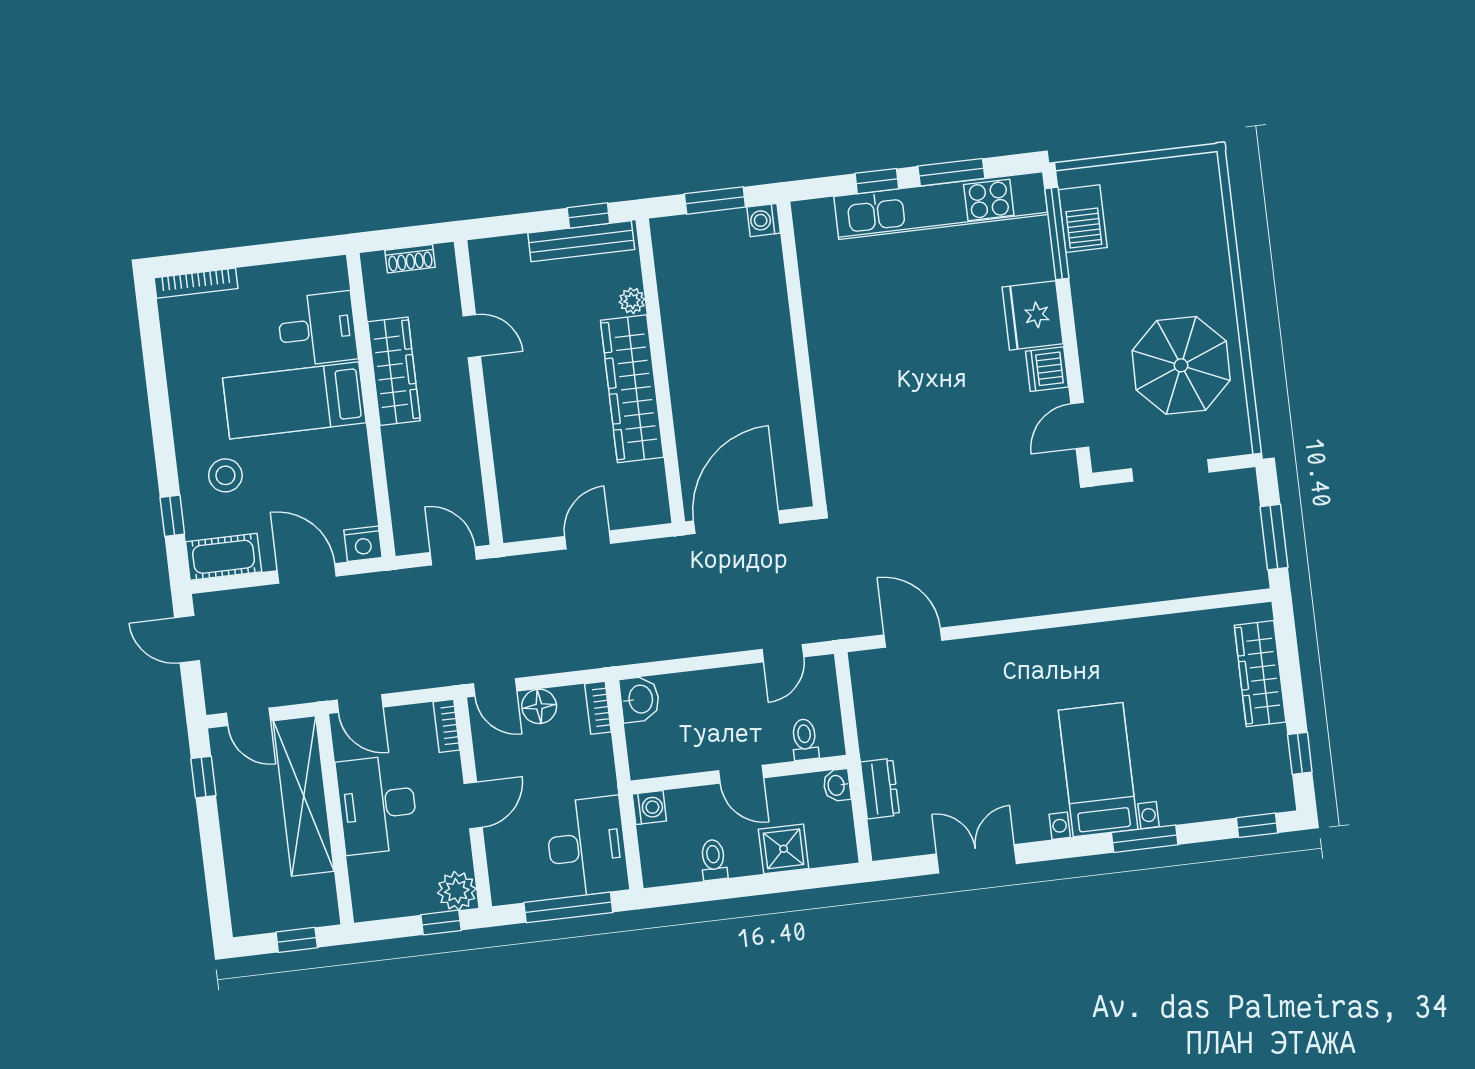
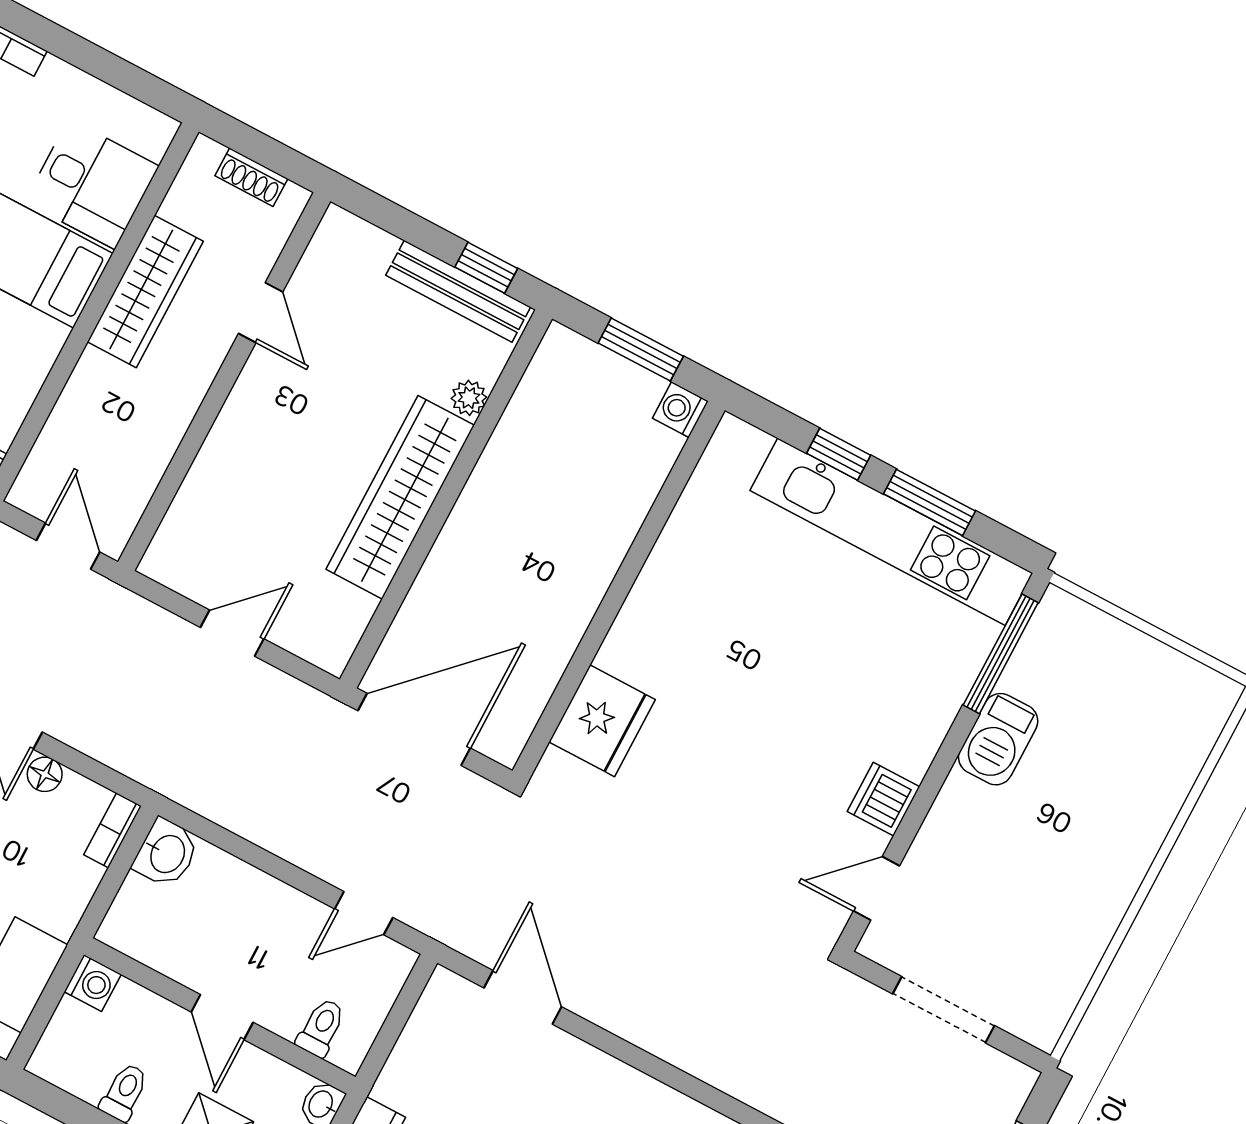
barbecue: (1083, 219) -> (998, 739), moved
fridge: (1033, 315) -> (602, 721), moved, turned 180
parasol: (1181, 365) -> (1038, 900), removed
floor lamp: (539, 706) -> (45, 774), width x0.73, depth x0.73

